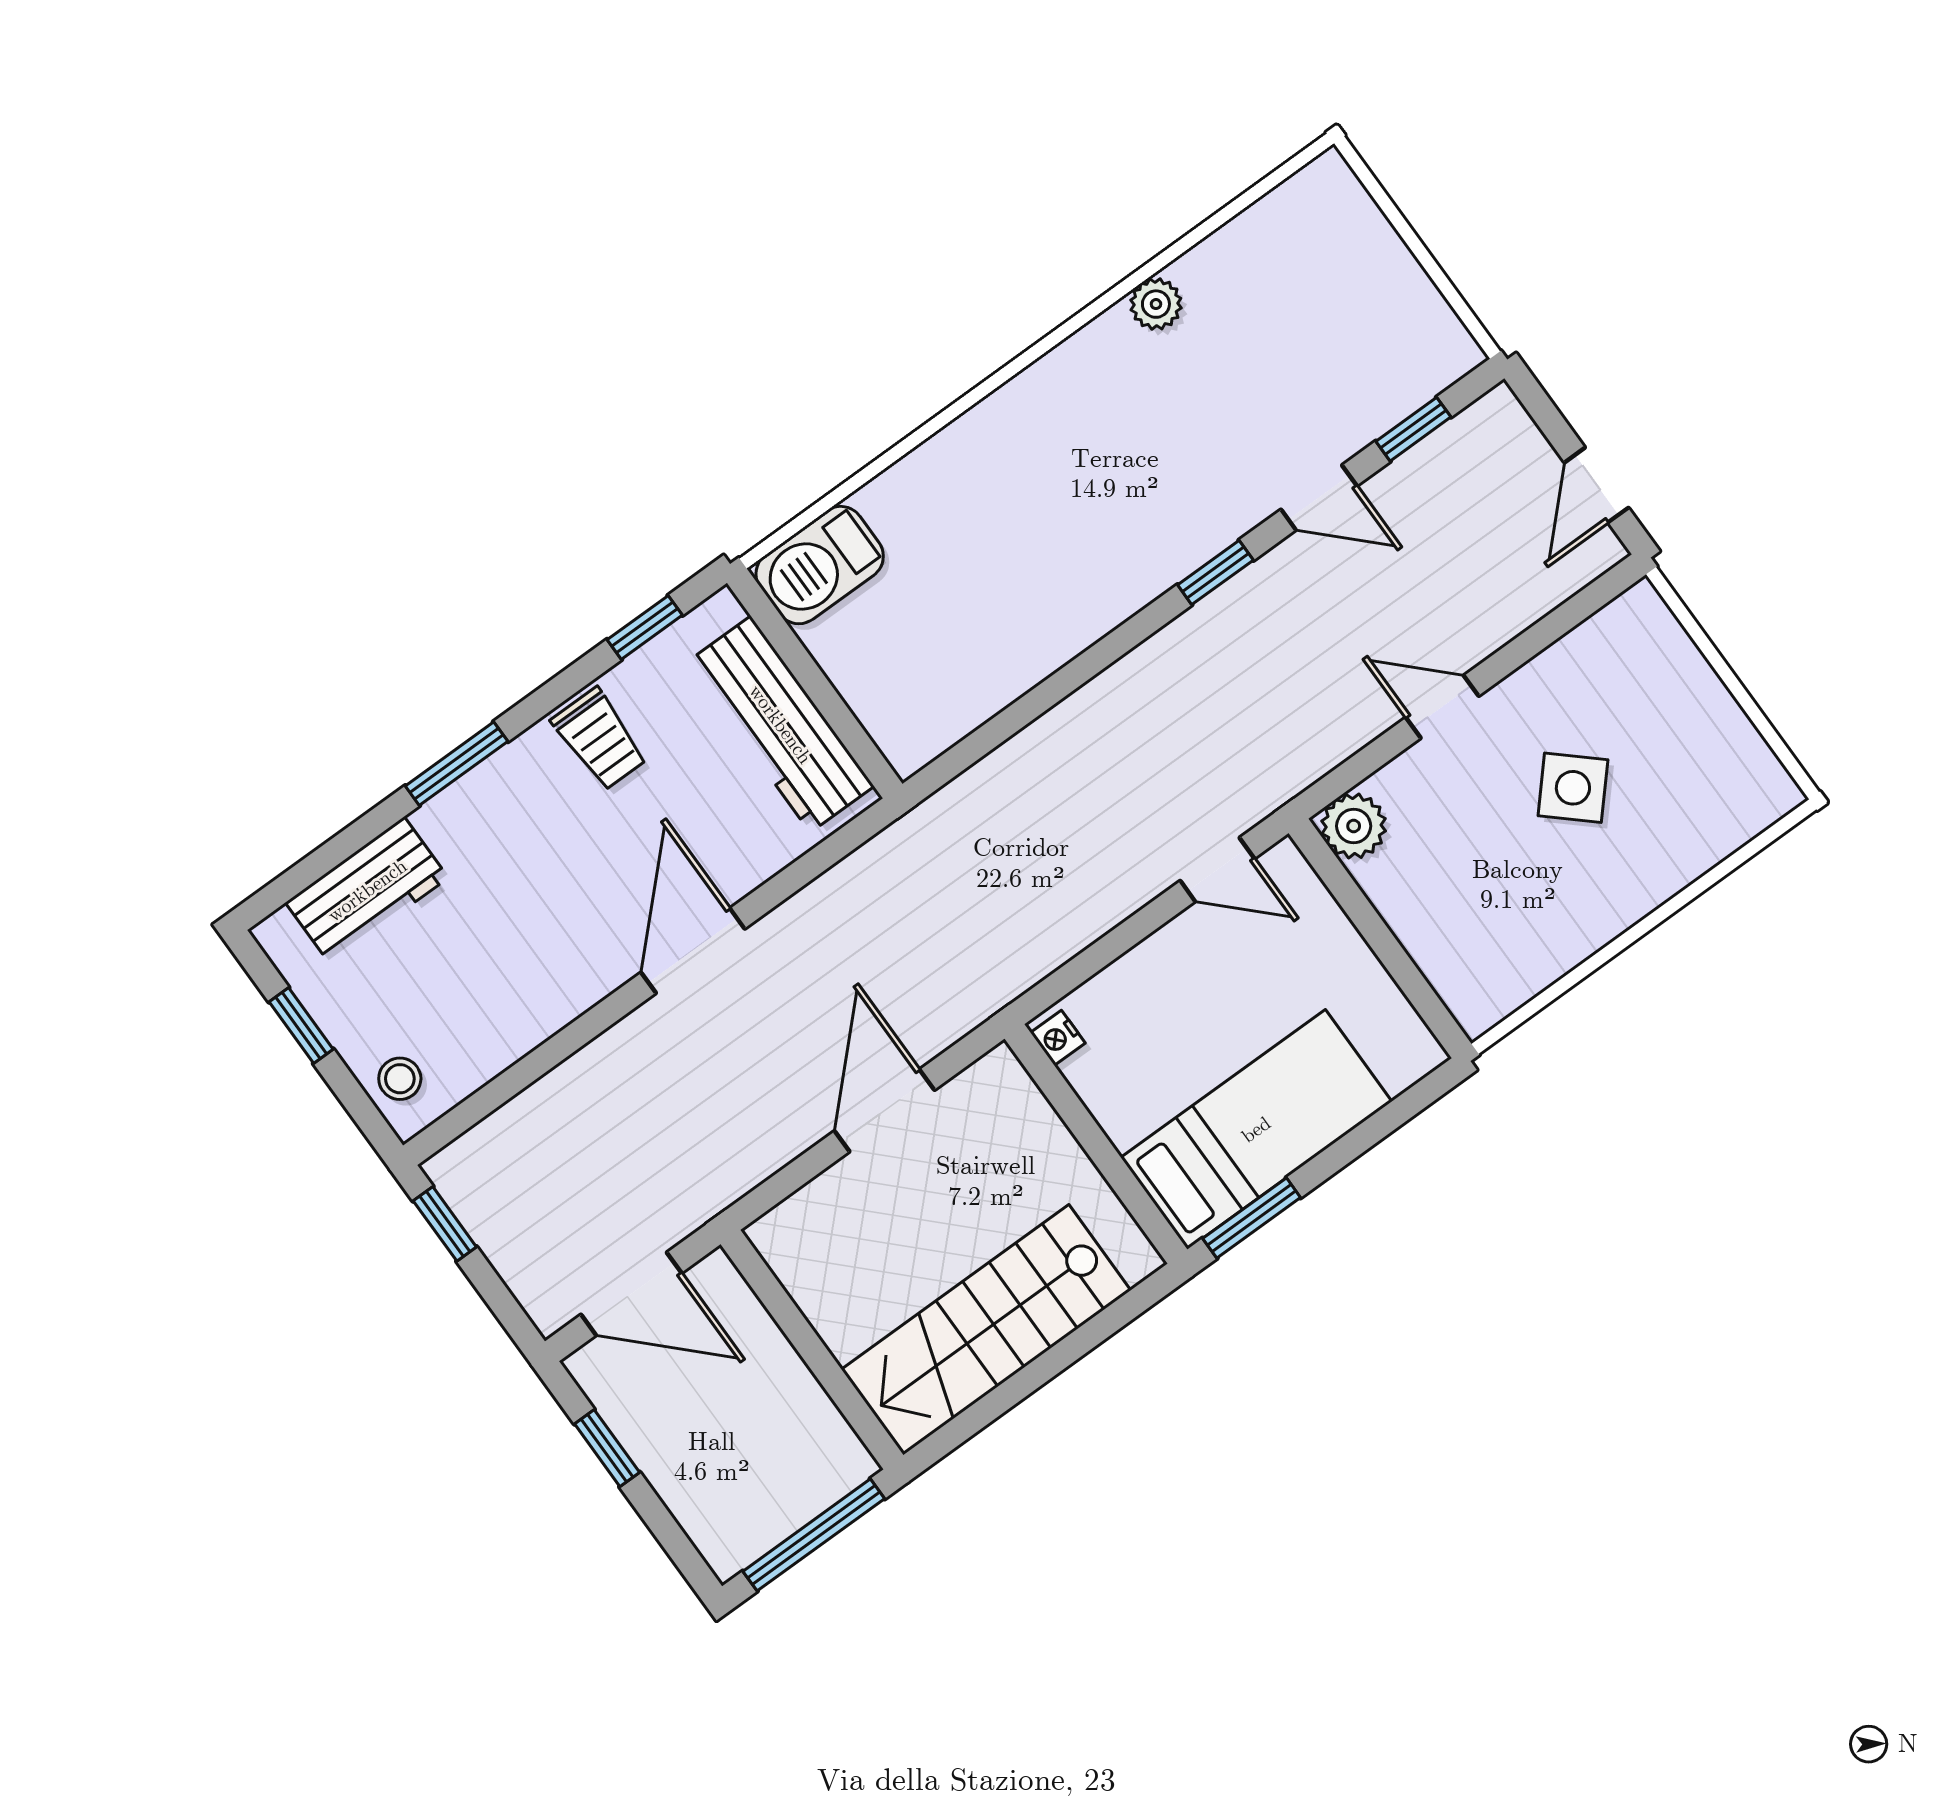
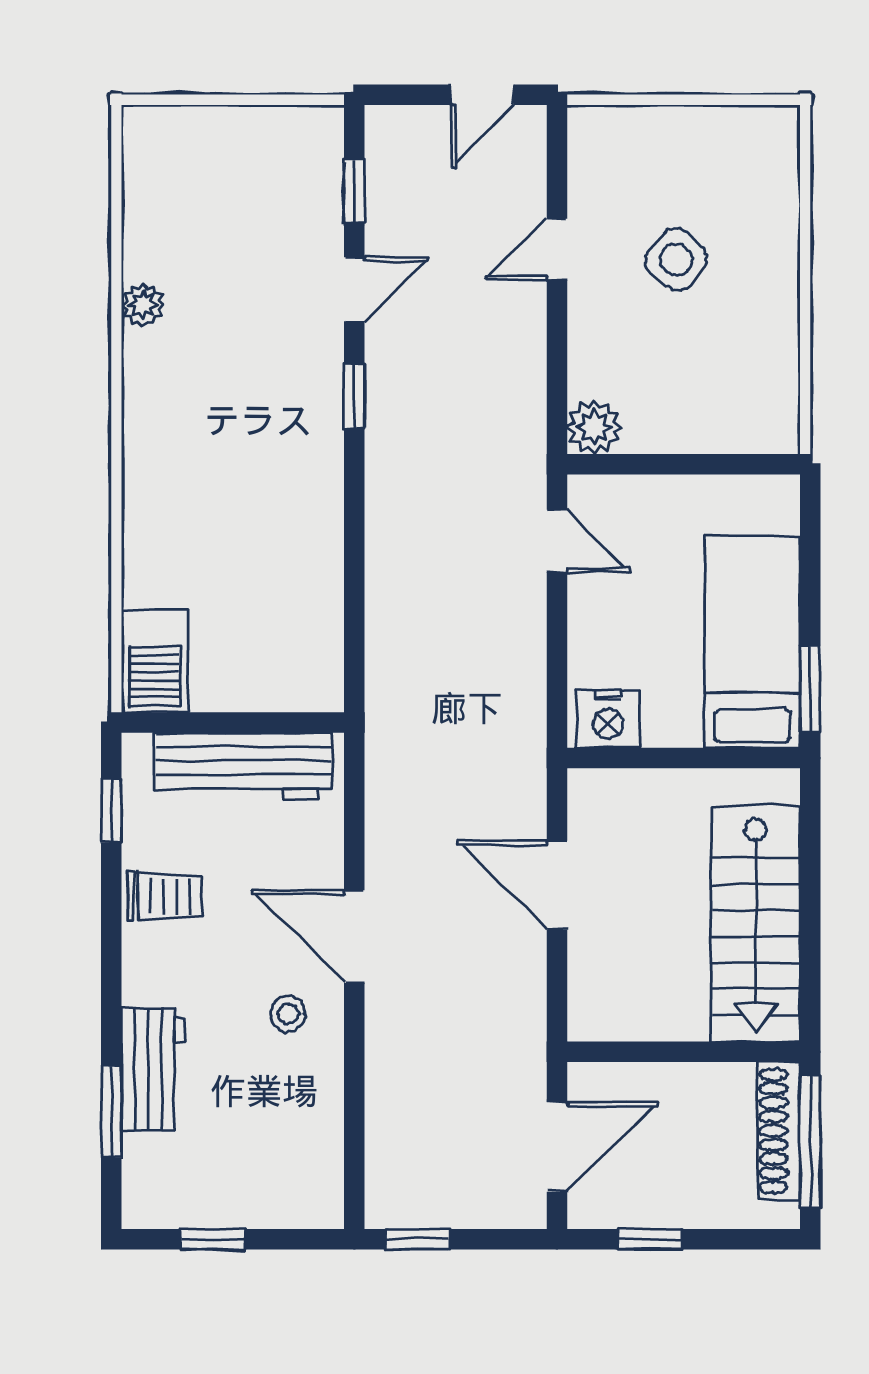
door: (1597, 485) -> (482, 95), hinge flipped
door: (1442, 707) -> (557, 249), moved
window: (457, 764) -> (111, 1111), moved
door: (1217, 870) -> (557, 541), hinge flipped
workbench: (367, 890) -> (153, 1069), moved
nightstand: (1058, 1038) -> (608, 719), width x1.89, depth x1.79
stool: (400, 1079) -> (288, 1014), moved
shoe rack: (802, 1497) -> (779, 1131), added

